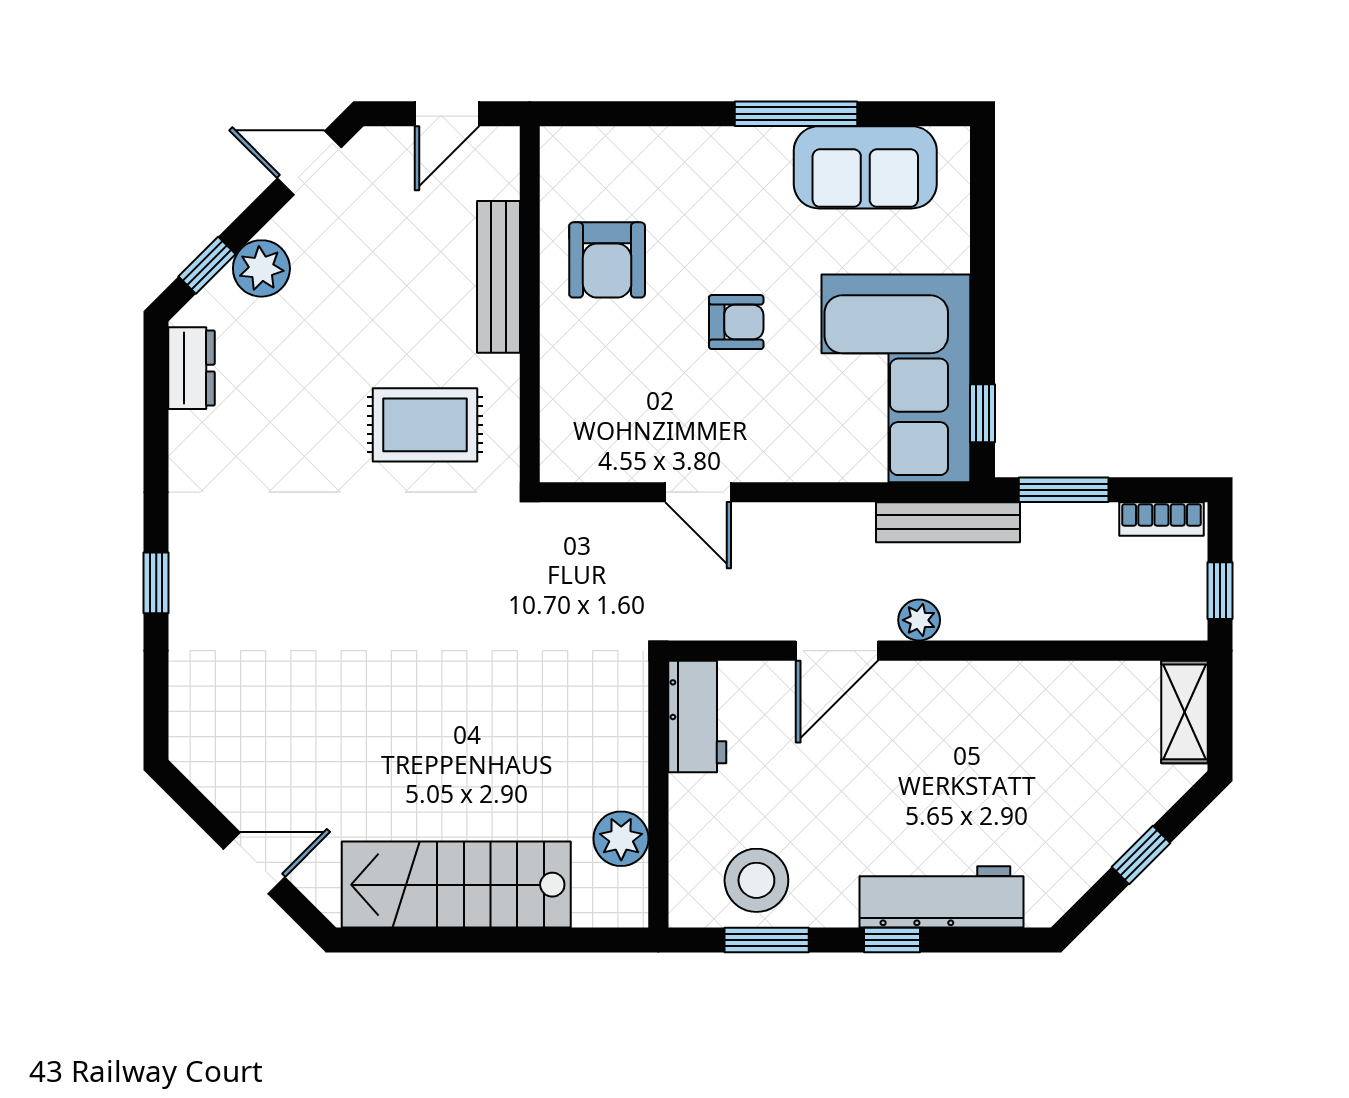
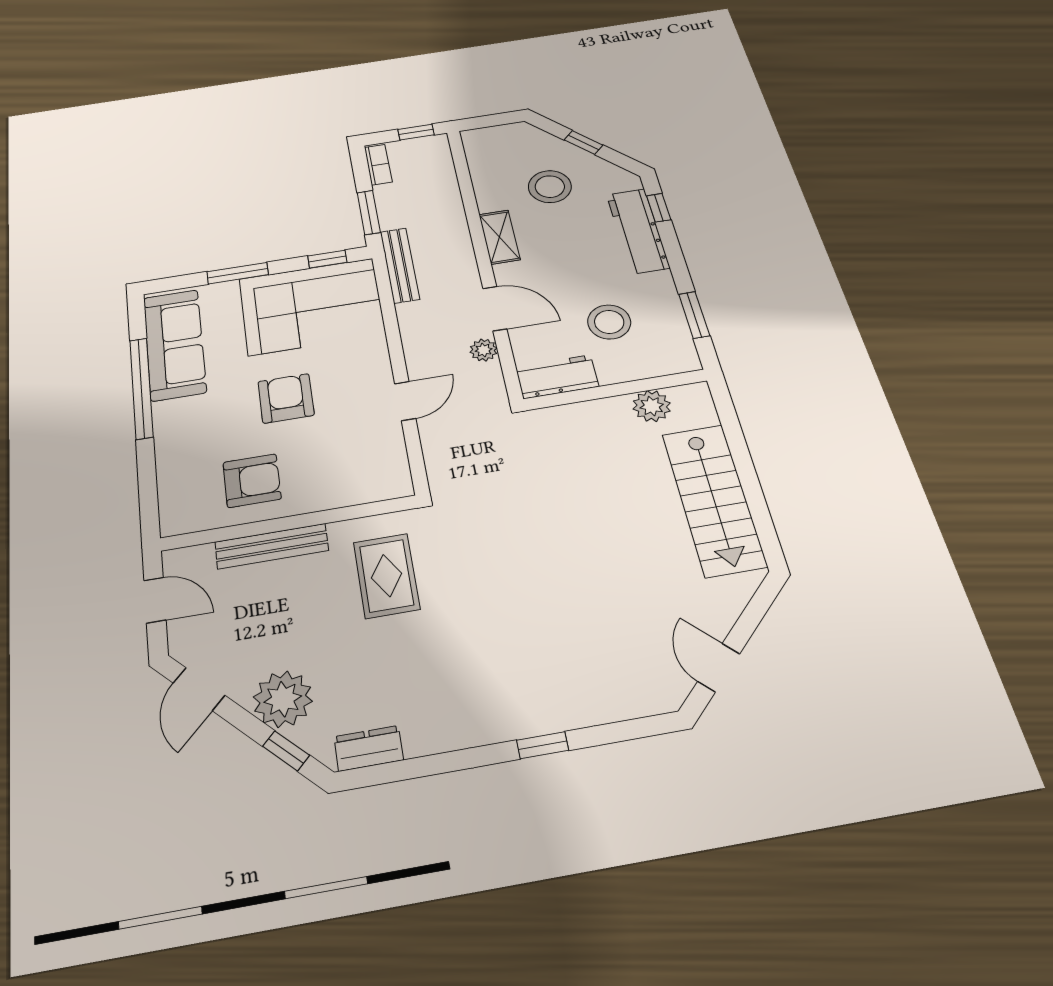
window: (796, 114) -> (141, 388), width x1.46
sofa: (865, 167) -> (175, 345), width x1.36
plant: (261, 268) -> (283, 699), width x1.36, depth x1.36
window: (983, 273) -> (238, 273), added
armchair: (736, 322) -> (286, 398), width x1.38, depth x1.38
plant: (919, 620) -> (484, 350), moved
shelving: (1185, 712) -> (499, 237), moved, turned 90
stool: (1059, 782) -> (550, 187), added
door: (254, 863) -> (719, 668), moved
stool: (756, 880) -> (609, 322), moved
window: (892, 940) -> (659, 208), moved

